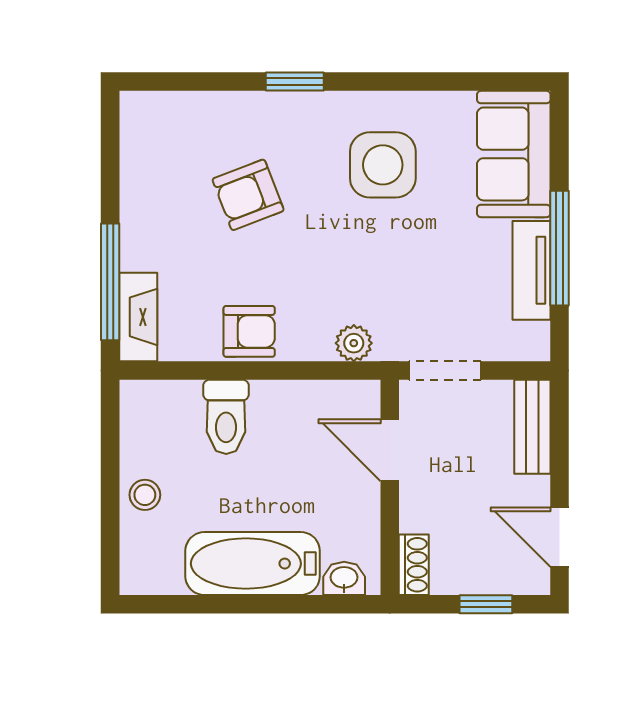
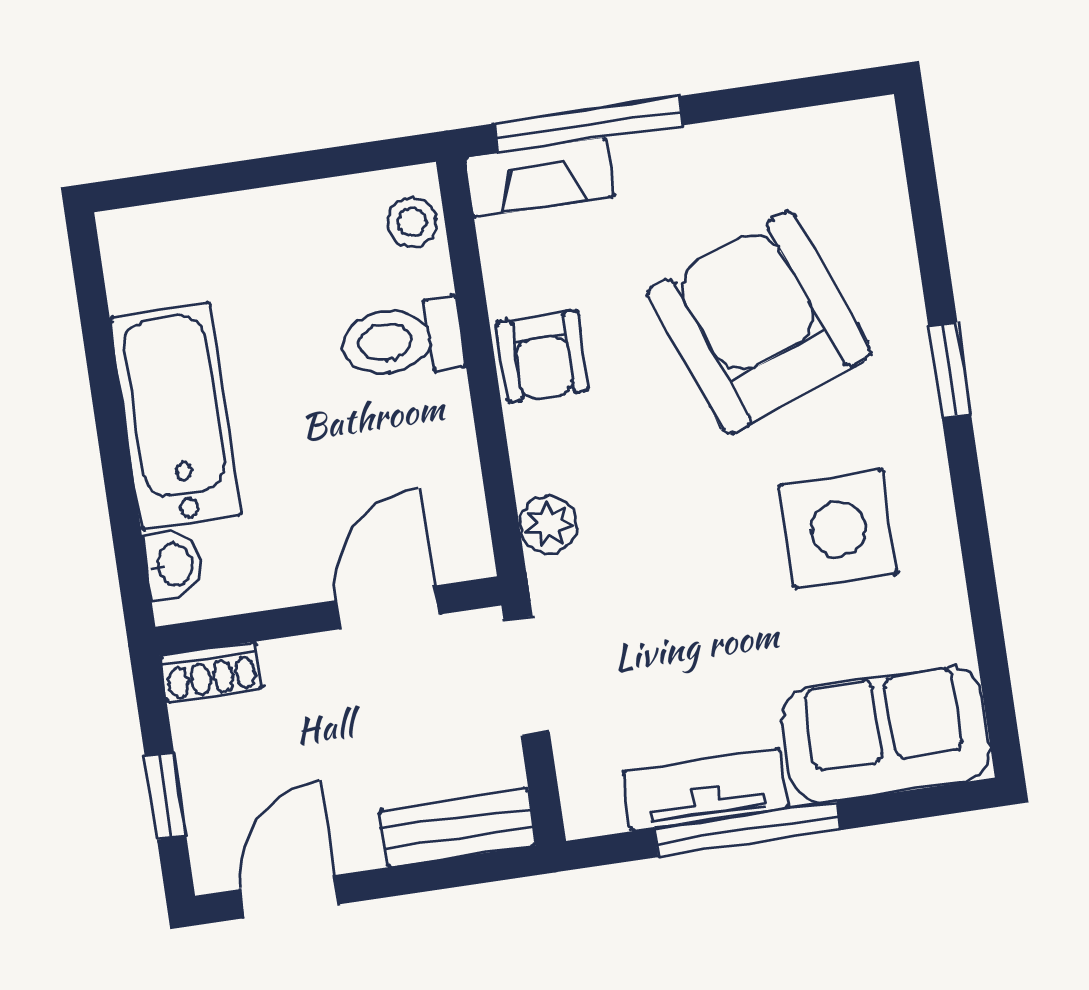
armchair: (248, 195) -> (759, 323), width x1.88, depth x1.88
stool: (145, 495) -> (412, 222), moved

